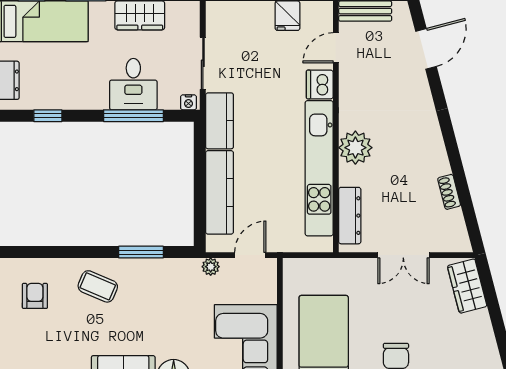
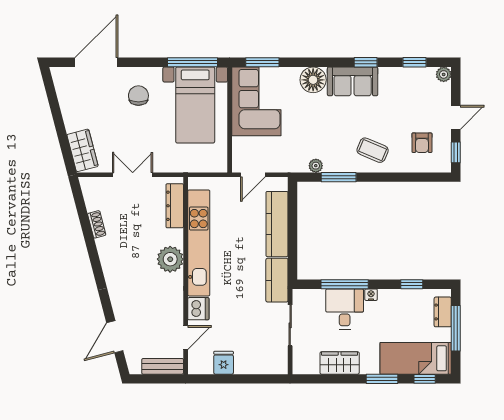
nightstand: (188, 102) -> (371, 295), moved
plant: (211, 267) -> (316, 166), moved

